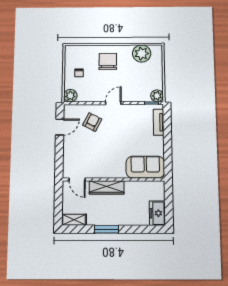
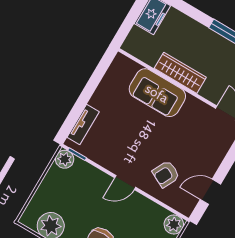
sofa: (145, 167) -> (157, 93), moved
wardrobe: (107, 187) -> (180, 73), moved

